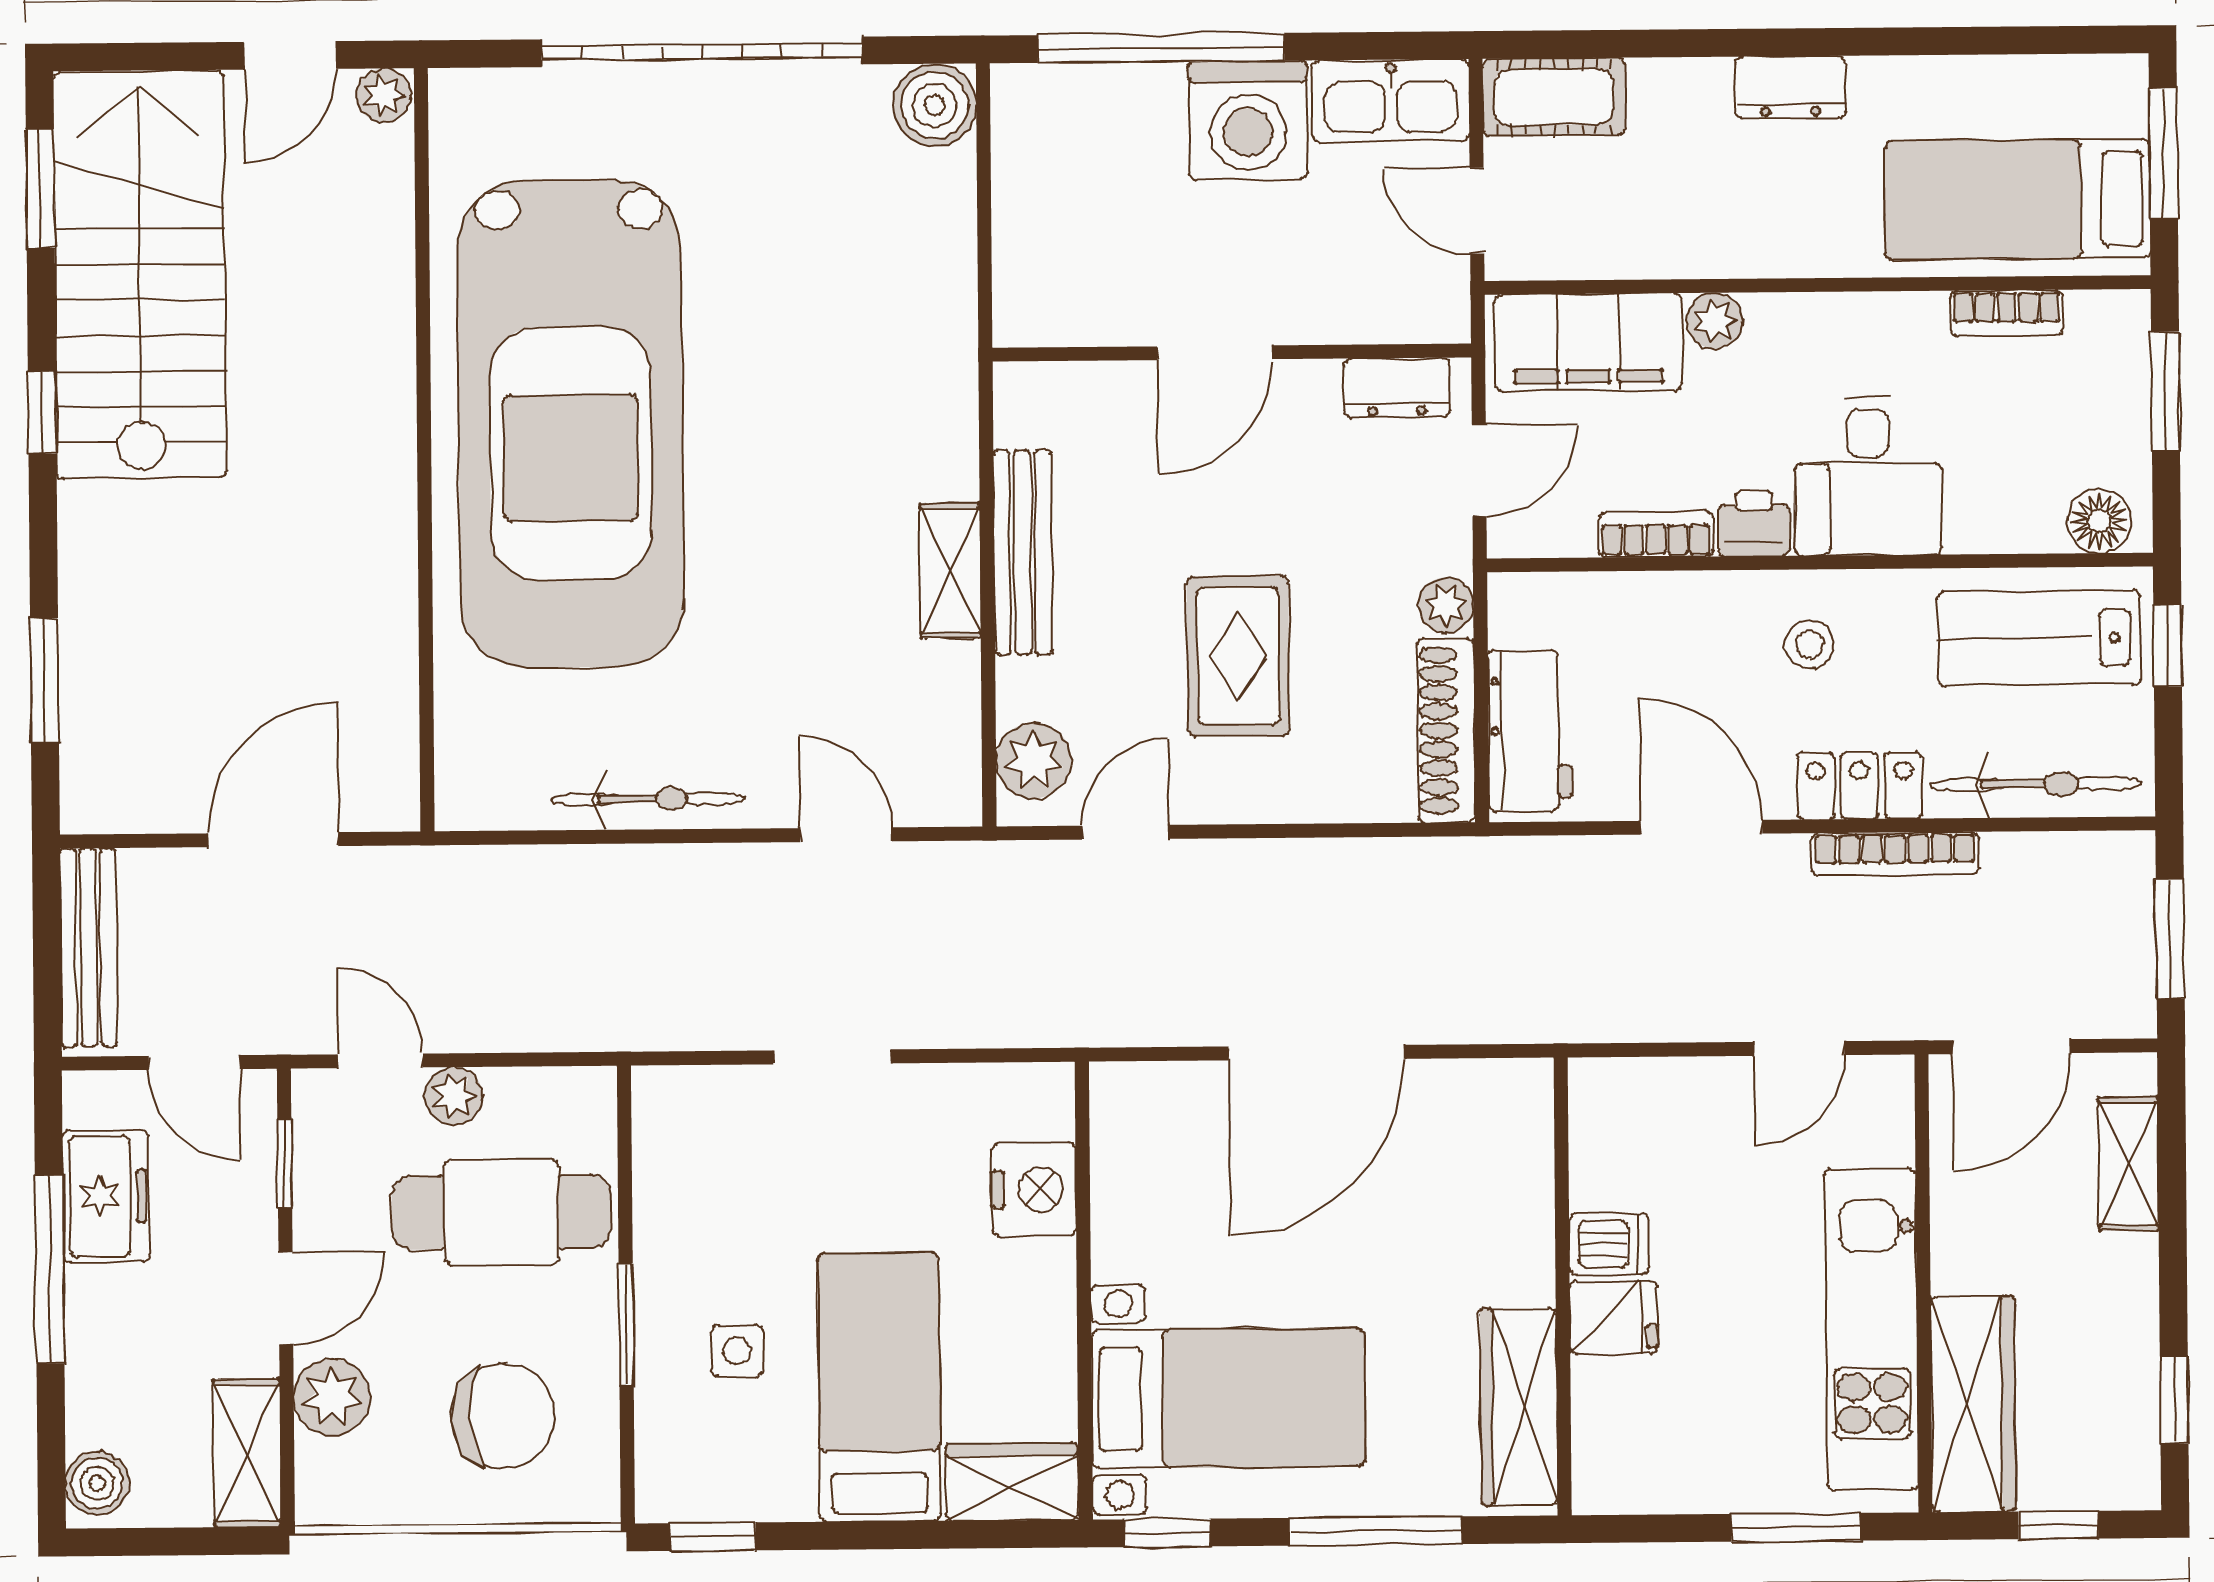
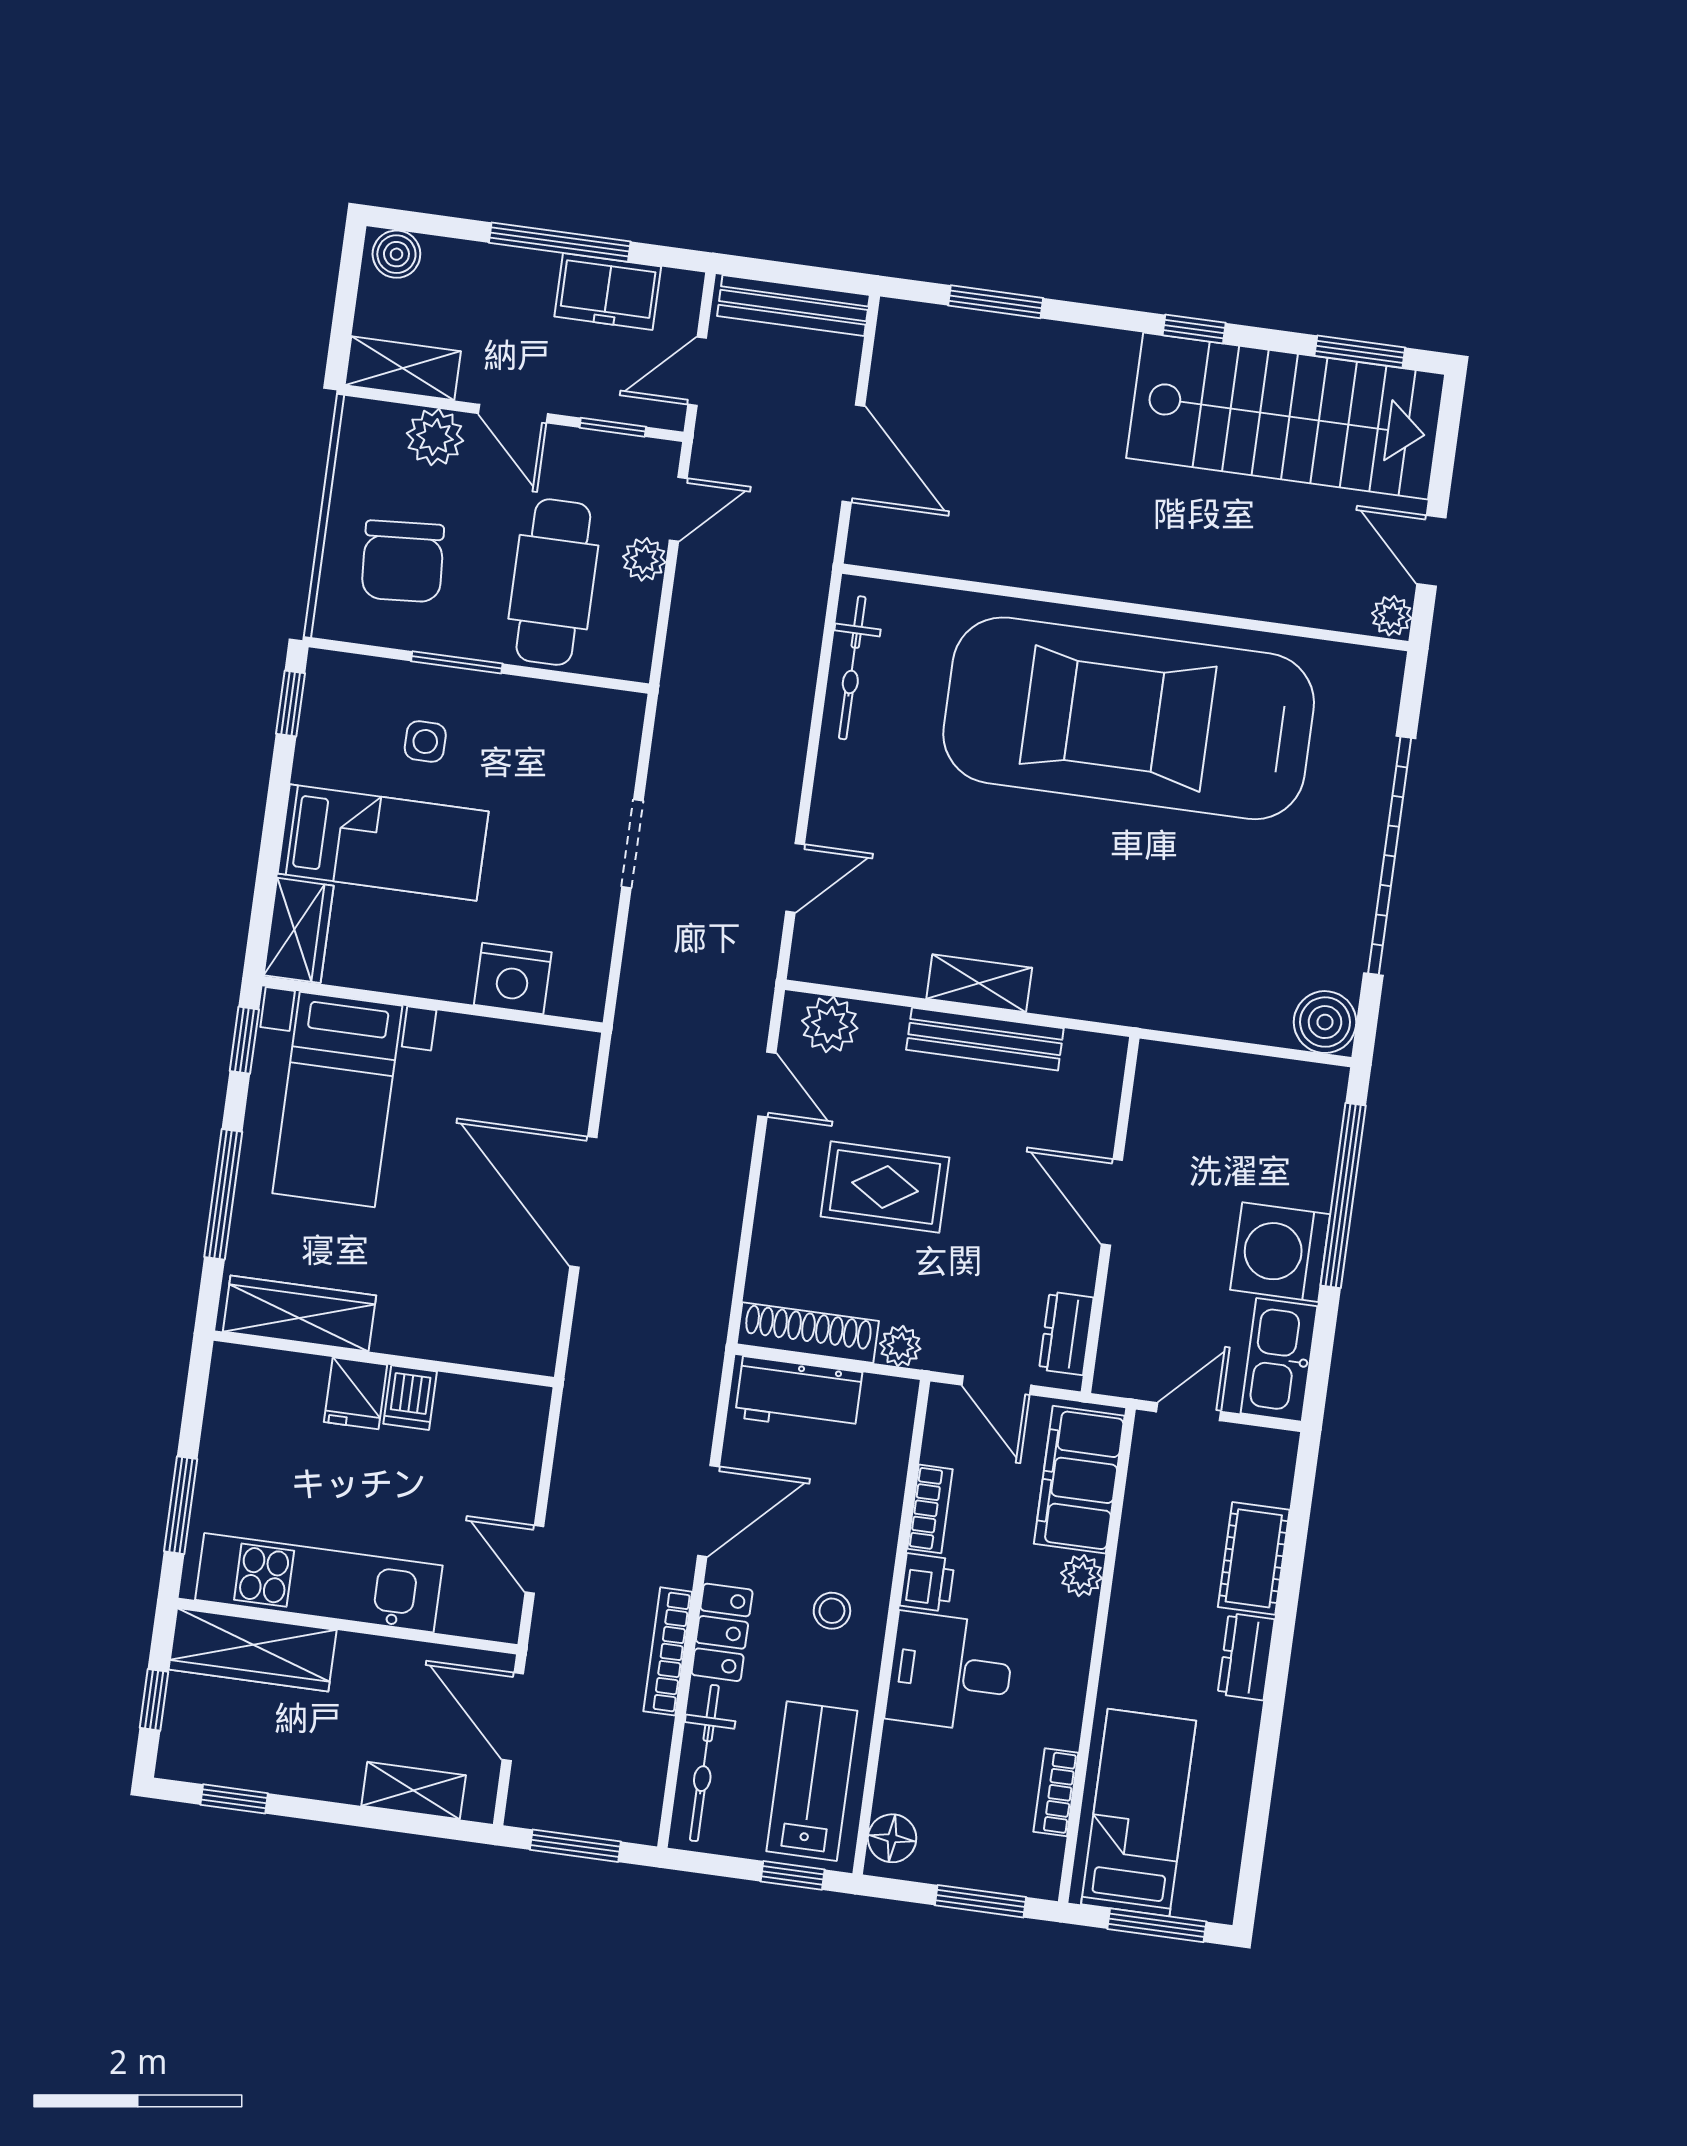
cot: (1554, 97) -> (1254, 1558), moved
bicycle: (648, 799) -> (852, 668), moved

